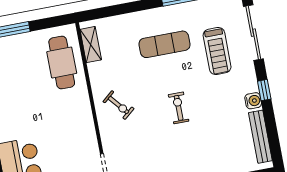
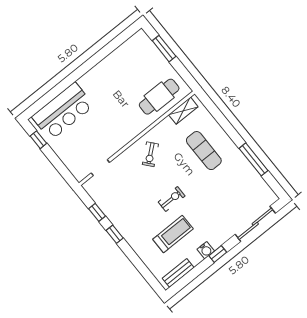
exercise mat: (164, 44) -> (204, 151), moved
treadmill: (217, 51) -> (173, 234), moved, turned 180
bench: (260, 137) -> (178, 273), width x0.73

